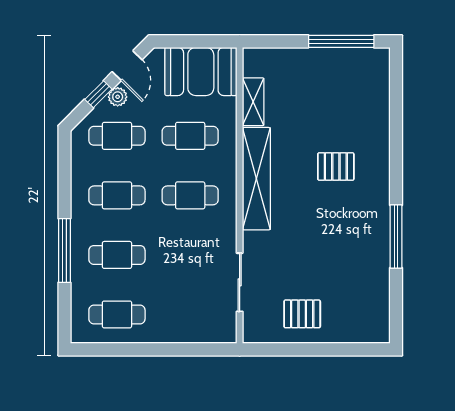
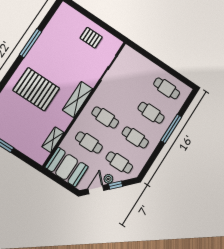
pallet: (336, 167) -> (36, 89), width x2.05, depth x2.00
shelving: (256, 179) -> (78, 99), width x0.68

